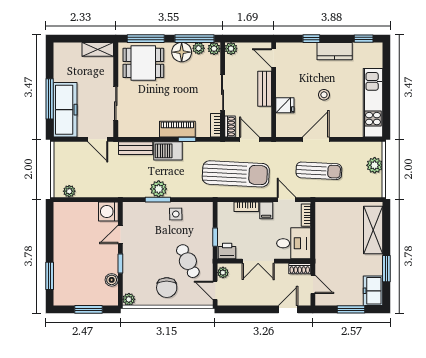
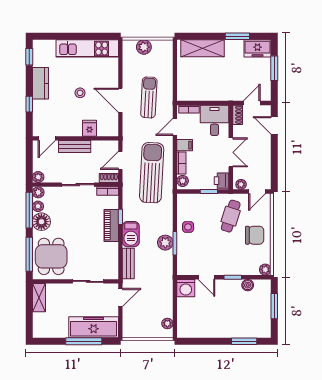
plant: (227, 208) -> (183, 181), added
cafe table: (188, 261) -> (231, 216), turned -46

